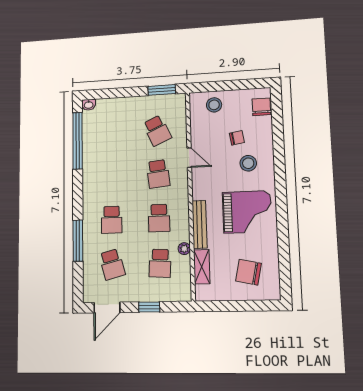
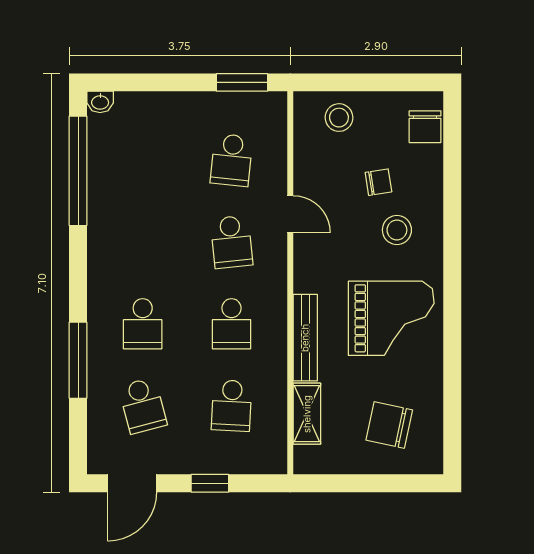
chair: (261, 107) -> (425, 127), turned 180
school desk: (157, 131) -> (232, 160), turned 30
plant: (184, 249) -> (276, 381), removed

